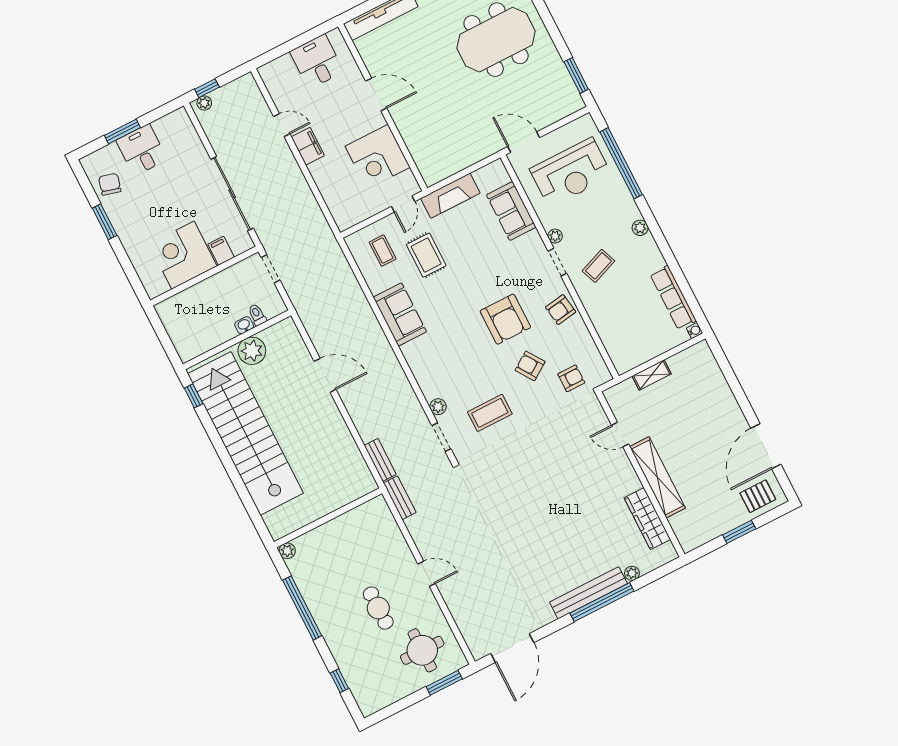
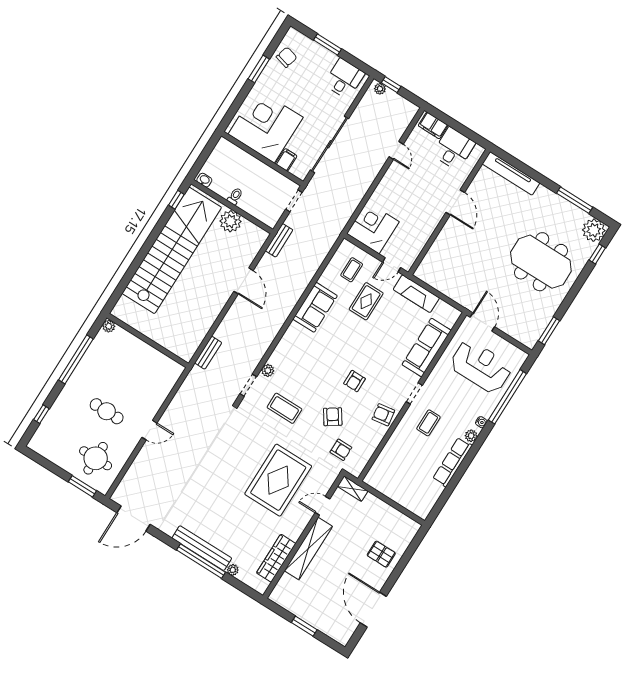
filing cabinet: (308, 146) -> (433, 125), moved, turned 90
desk: (142, 150) -> (344, 79), moved
corner desk: (378, 157) -> (373, 228), moved, turned 90
reception desk: (571, 172) -> (481, 366), turned 180
sofa: (511, 211) -> (427, 348), width x1.36
plant: (555, 236) -> (431, 381), removed
corner desk: (183, 255) -> (266, 126), width x1.36, depth x1.36
coffee table: (598, 266) -> (428, 423), turned -69
row of seats: (673, 298) -> (452, 462), moved
toilet: (257, 315) -> (235, 196), moved
armchair: (505, 319) -> (355, 381), width x0.53, depth x0.53
washbasin: (244, 325) -> (204, 180), moved
water cooler: (695, 331) -> (481, 422), moved
shelving: (652, 375) -> (353, 489), moved
door: (620, 435) -> (322, 506), hinge flipped
door: (766, 446) -> (373, 610), hinge flipped
rug: (564, 466) -> (278, 480), added
pallet: (758, 496) -> (381, 554), moved
bench: (400, 498) -> (279, 240), moved
door: (427, 574) -> (149, 430), hinge flipped
cafe table: (378, 608) -> (107, 411), turned 90

